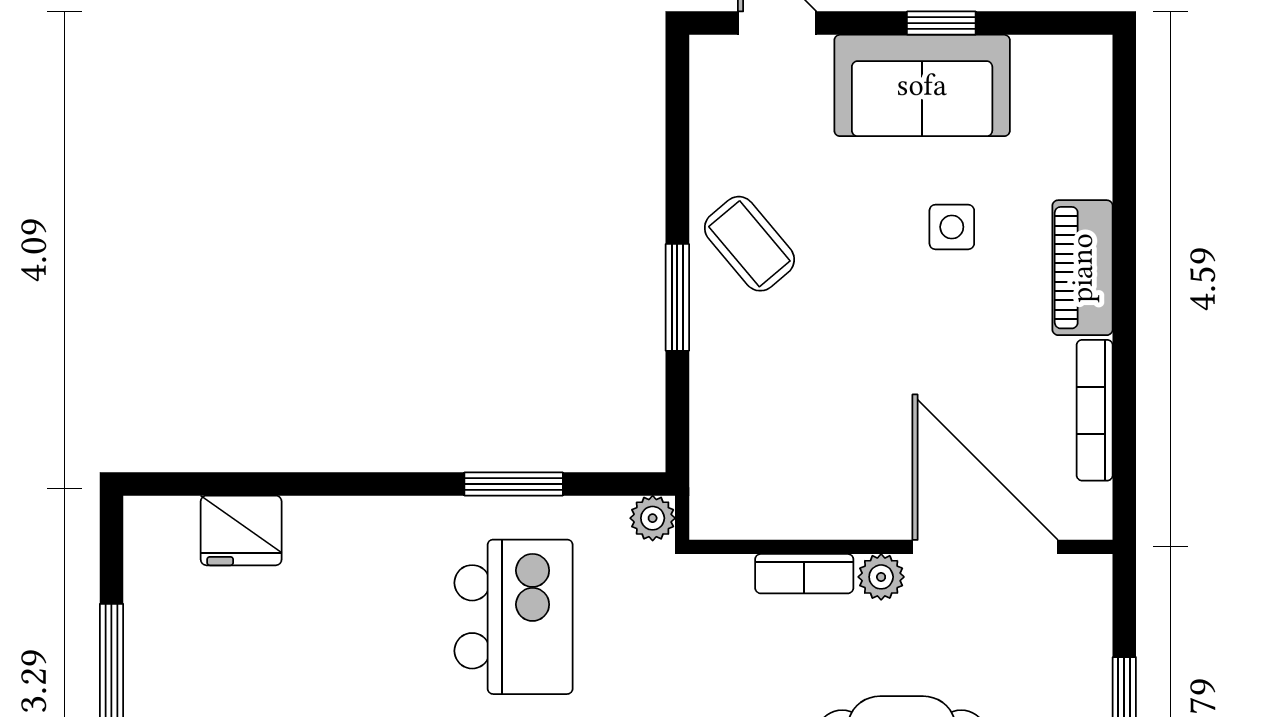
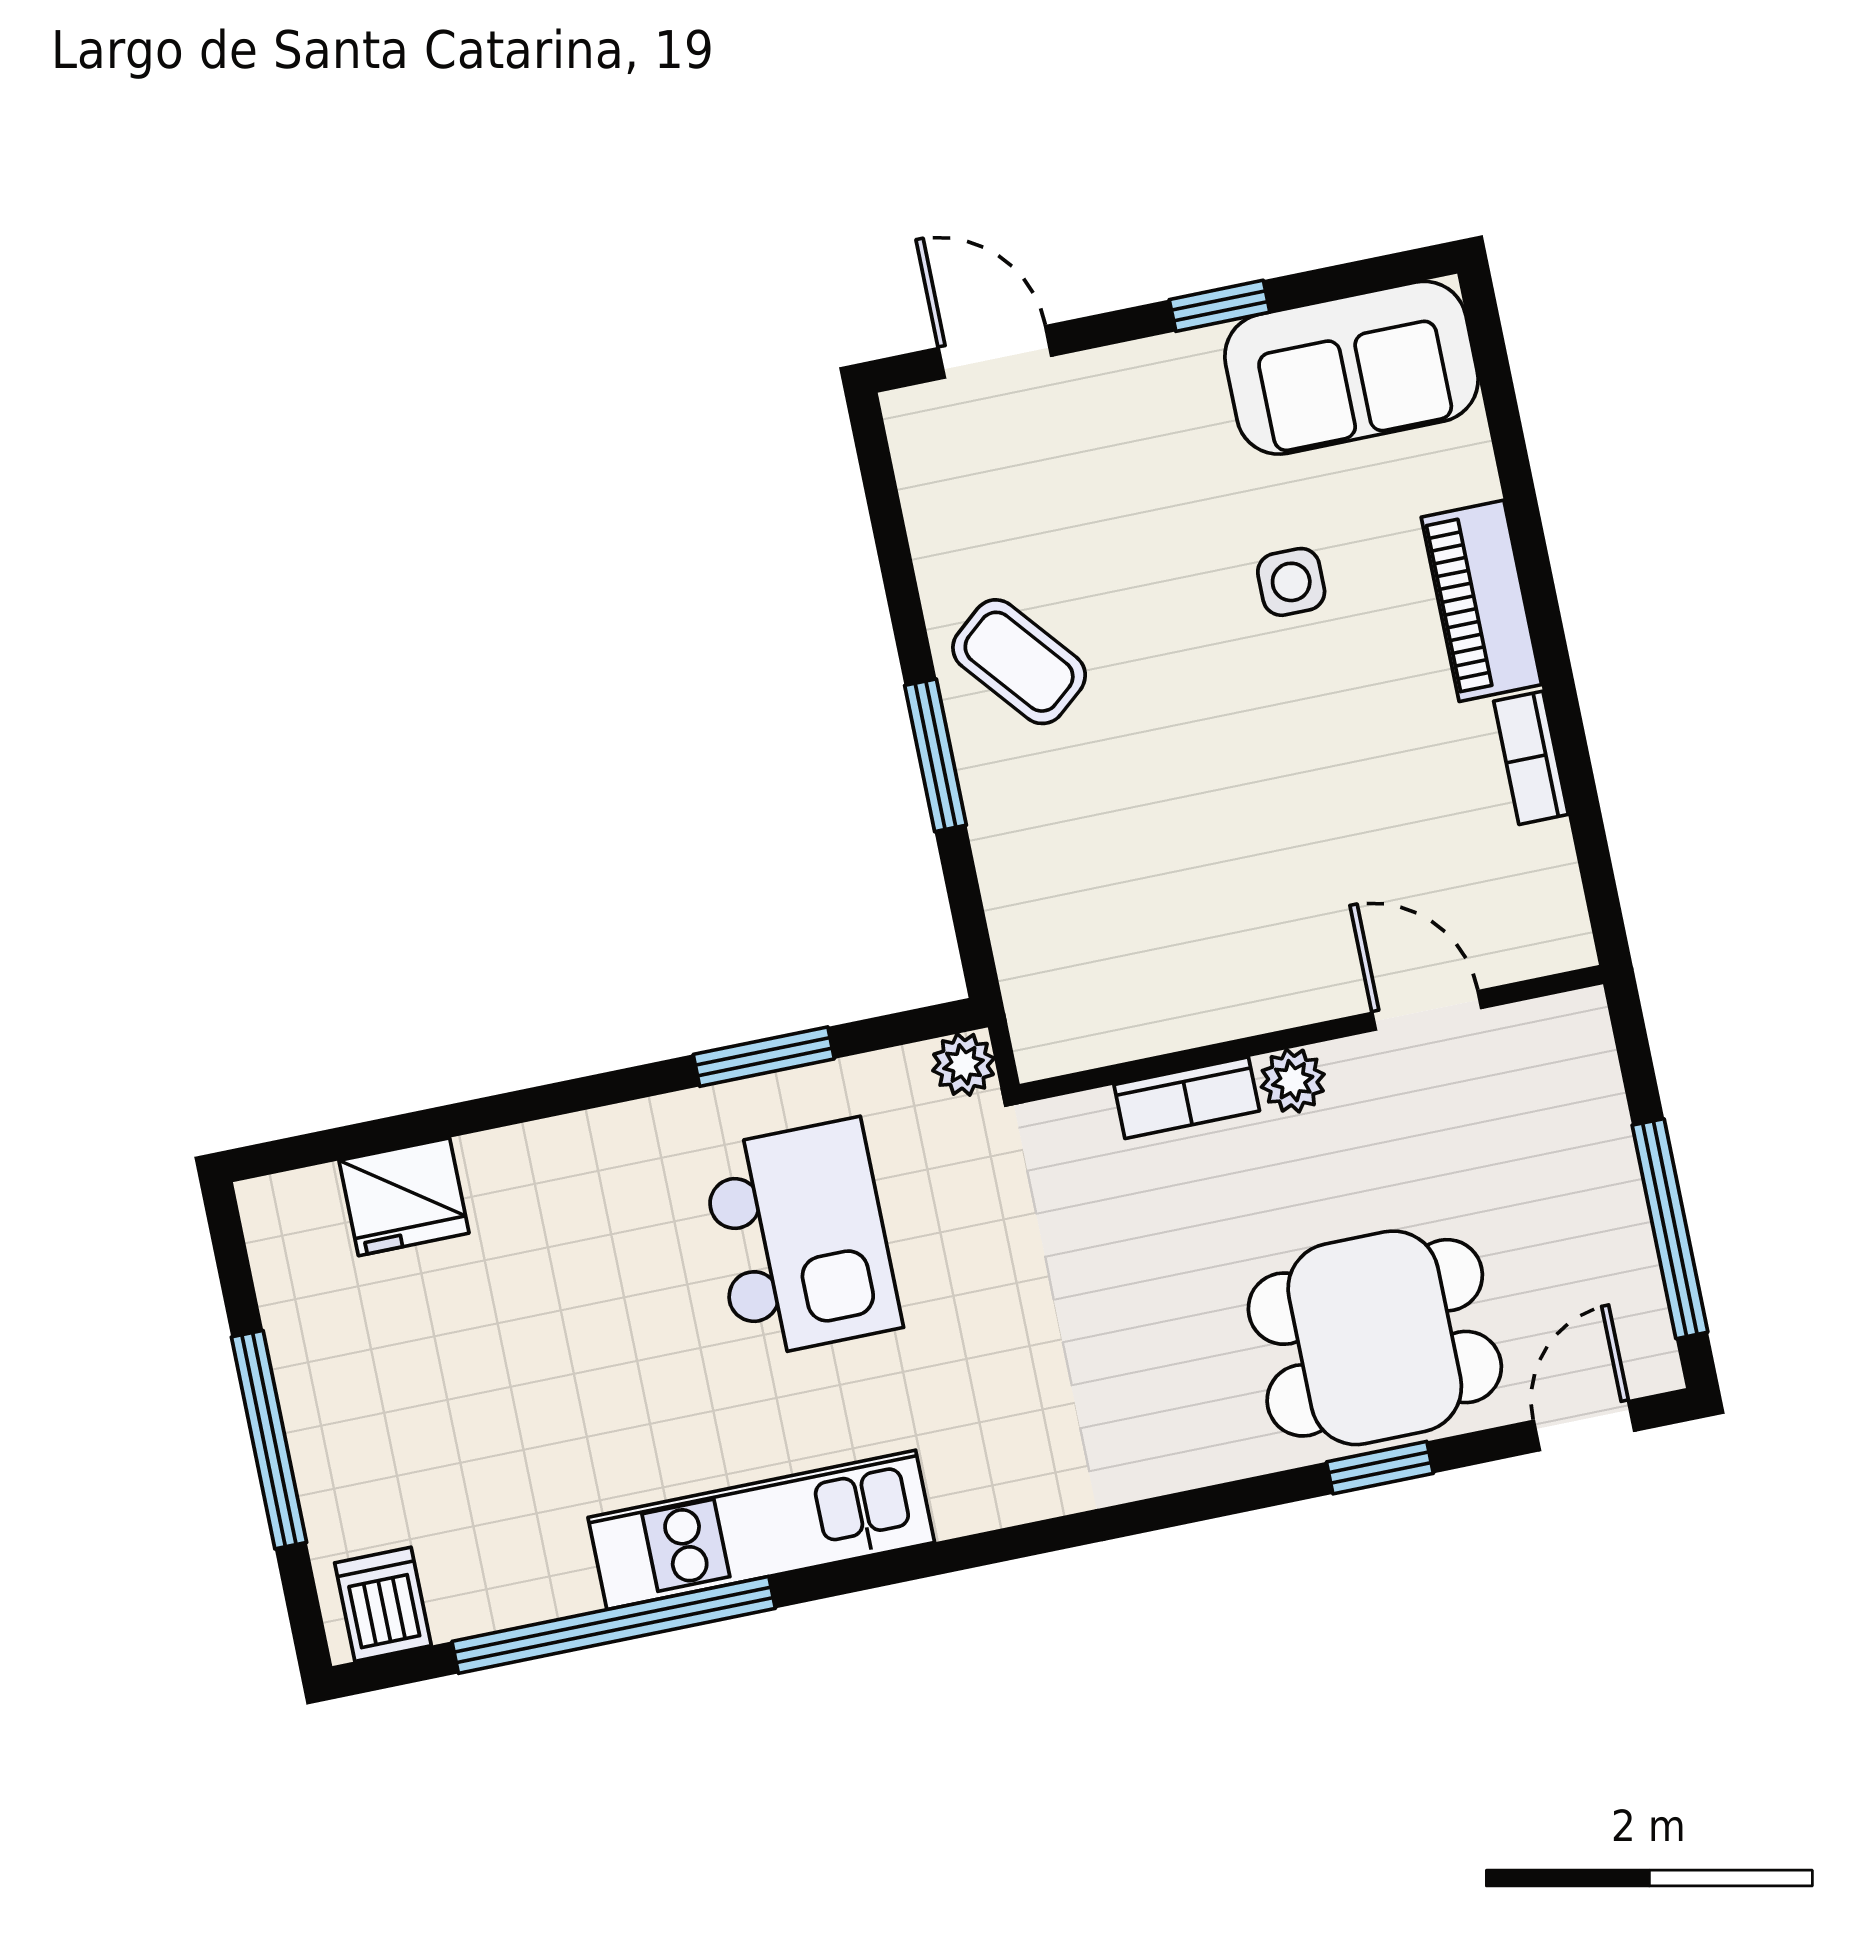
sofa: (922, 85) -> (1351, 368), moved
bookcase: (1095, 410) -> (1531, 758), width x0.64
door: (985, 547) -> (1427, 1010), width x0.53

